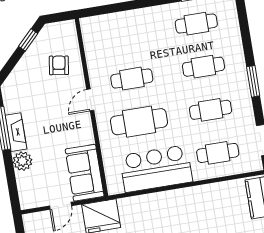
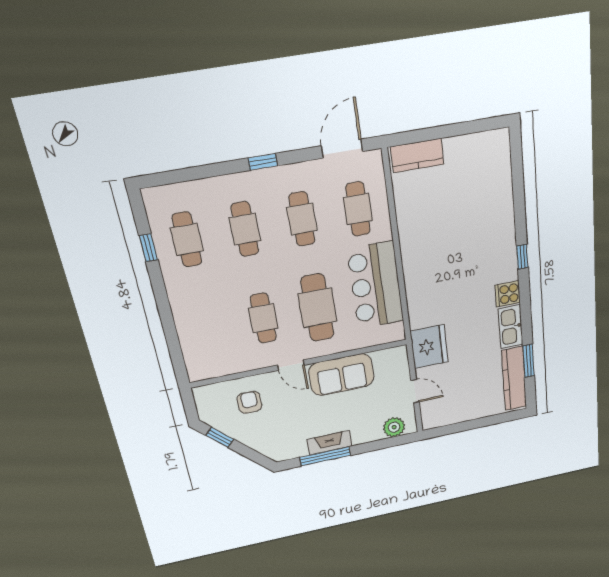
armchair: (59, 65) -> (249, 402), turned 81
window: (253, 81) -> (263, 162), width x0.67
plant: (22, 161) -> (394, 427), moved
sofa: (85, 173) -> (341, 375), moved

